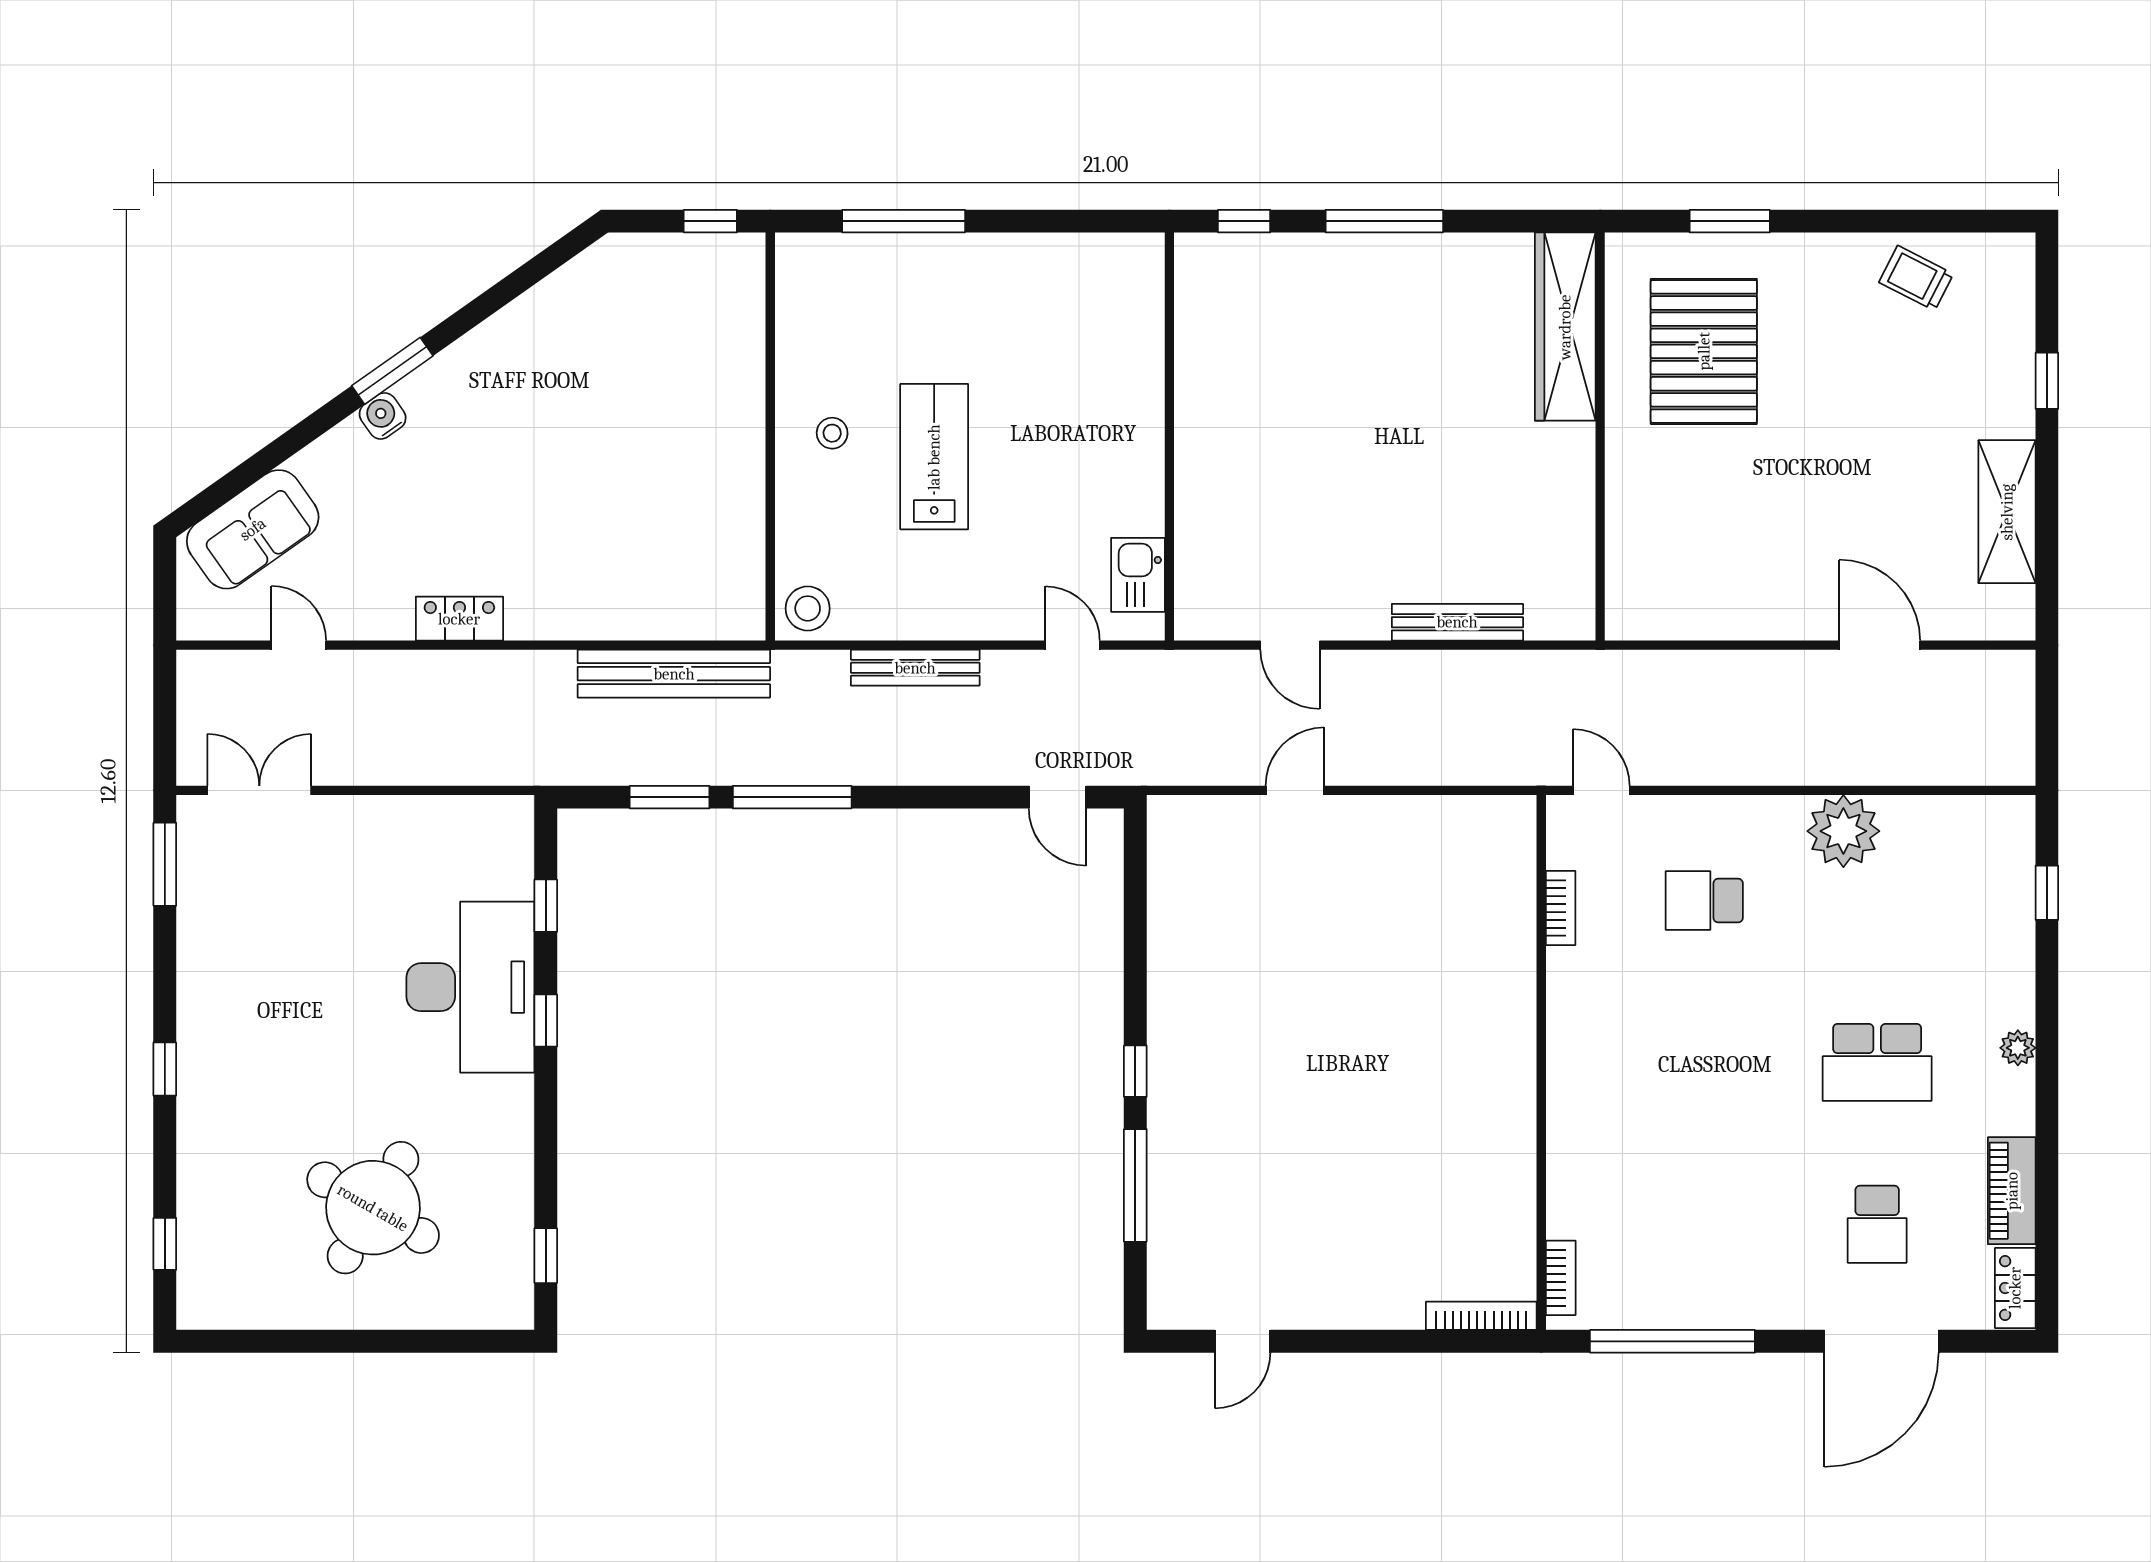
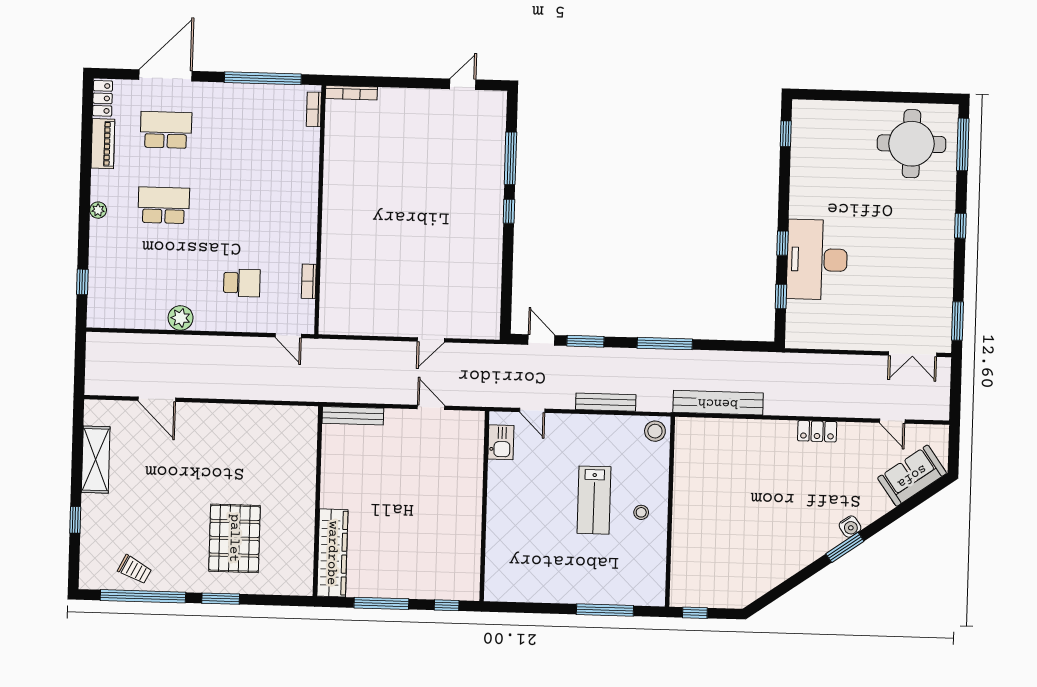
window: (1897, 221) -> (143, 596), added
wardrobe: (1565, 327) -> (332, 553), moved
wall: (1600, 437) -> (318, 501), moved
window: (670, 797) -> (585, 341), moved
plant: (1843, 831) -> (181, 318), width x0.73, depth x0.73
round table: (373, 1208) -> (911, 144), moved, turned -30
school desk: (1877, 1224) -> (166, 130), width x1.85
window: (165, 1244) -> (963, 144), width x2.17

